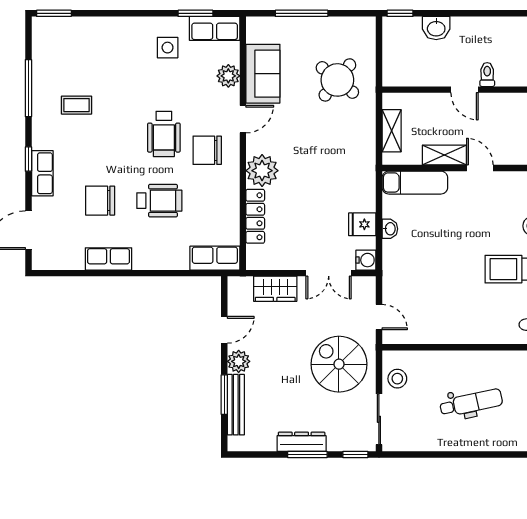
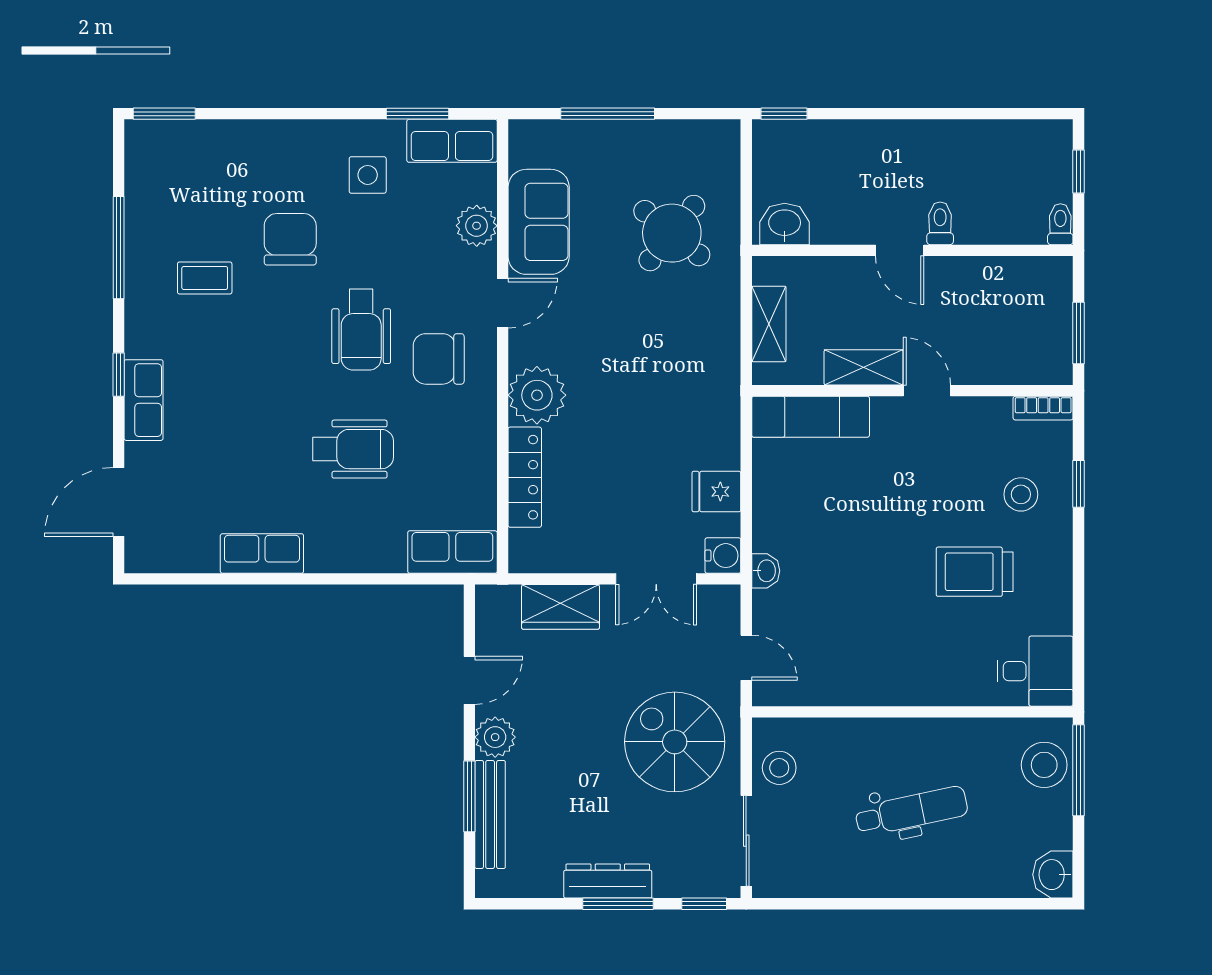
washbasin: (436, 28) -> (785, 224), moved, turned 180
chair: (100, 201) -> (290, 239), moved, turned 90
washbasin: (390, 229) -> (766, 571), moved

